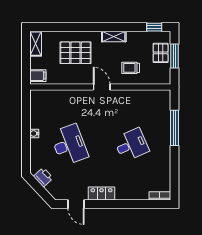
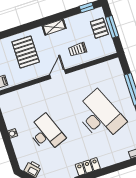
pallet: (75, 53) -> (26, 52), turned 90
door: (102, 87) -> (58, 74), hinge flipped
desk: (131, 145) -> (100, 116), width x1.87, depth x1.30

